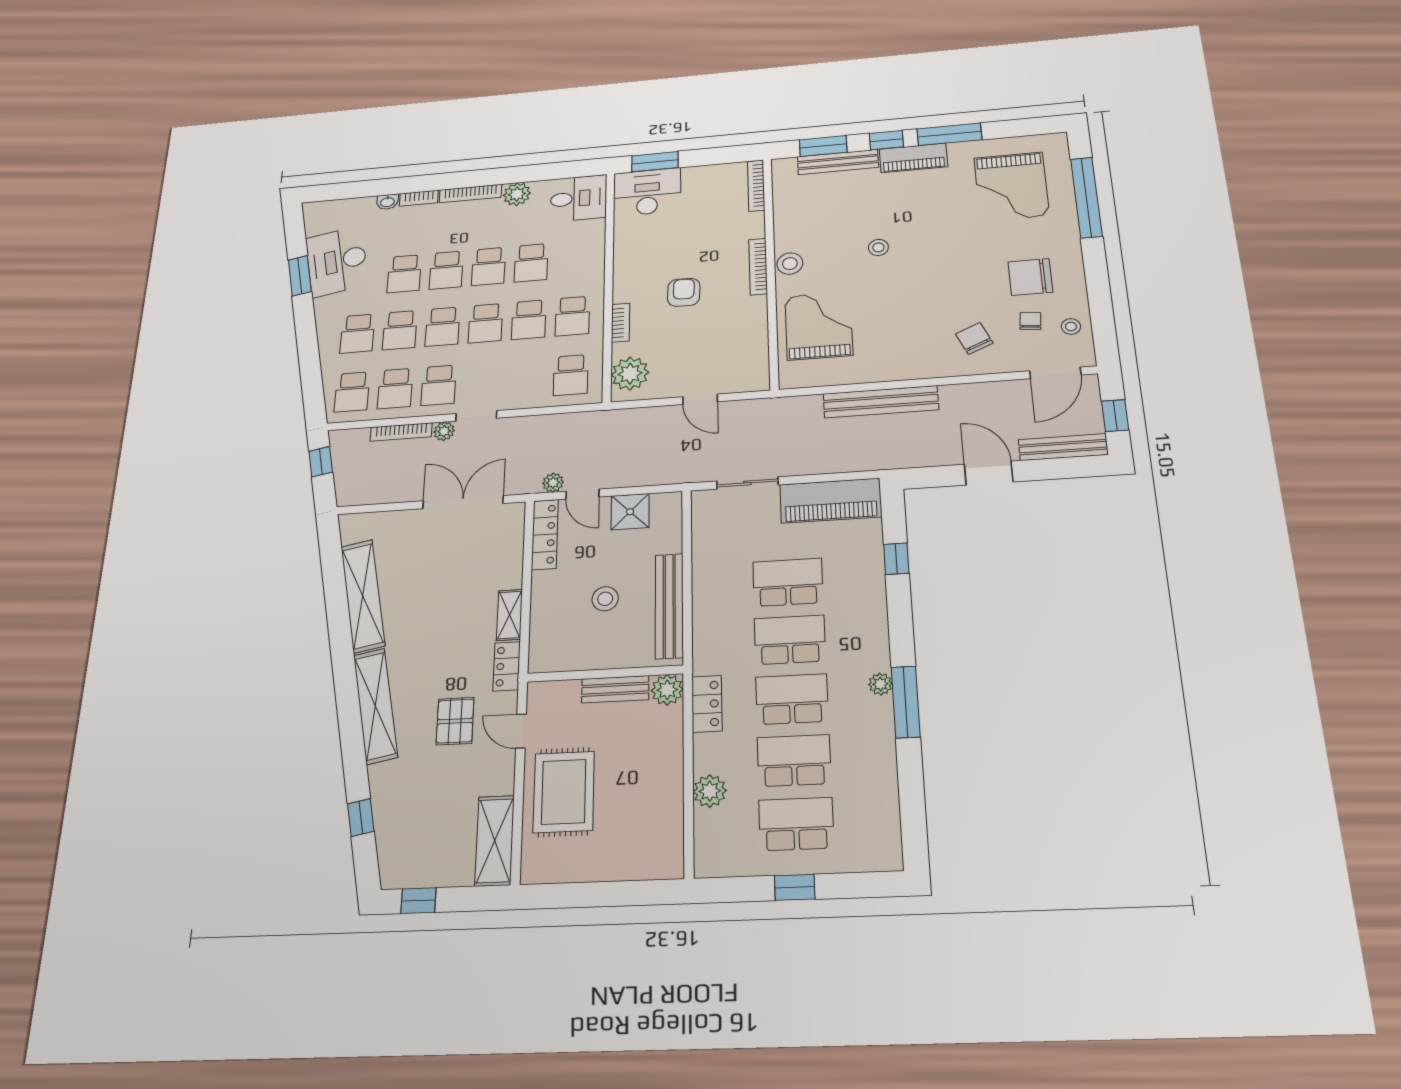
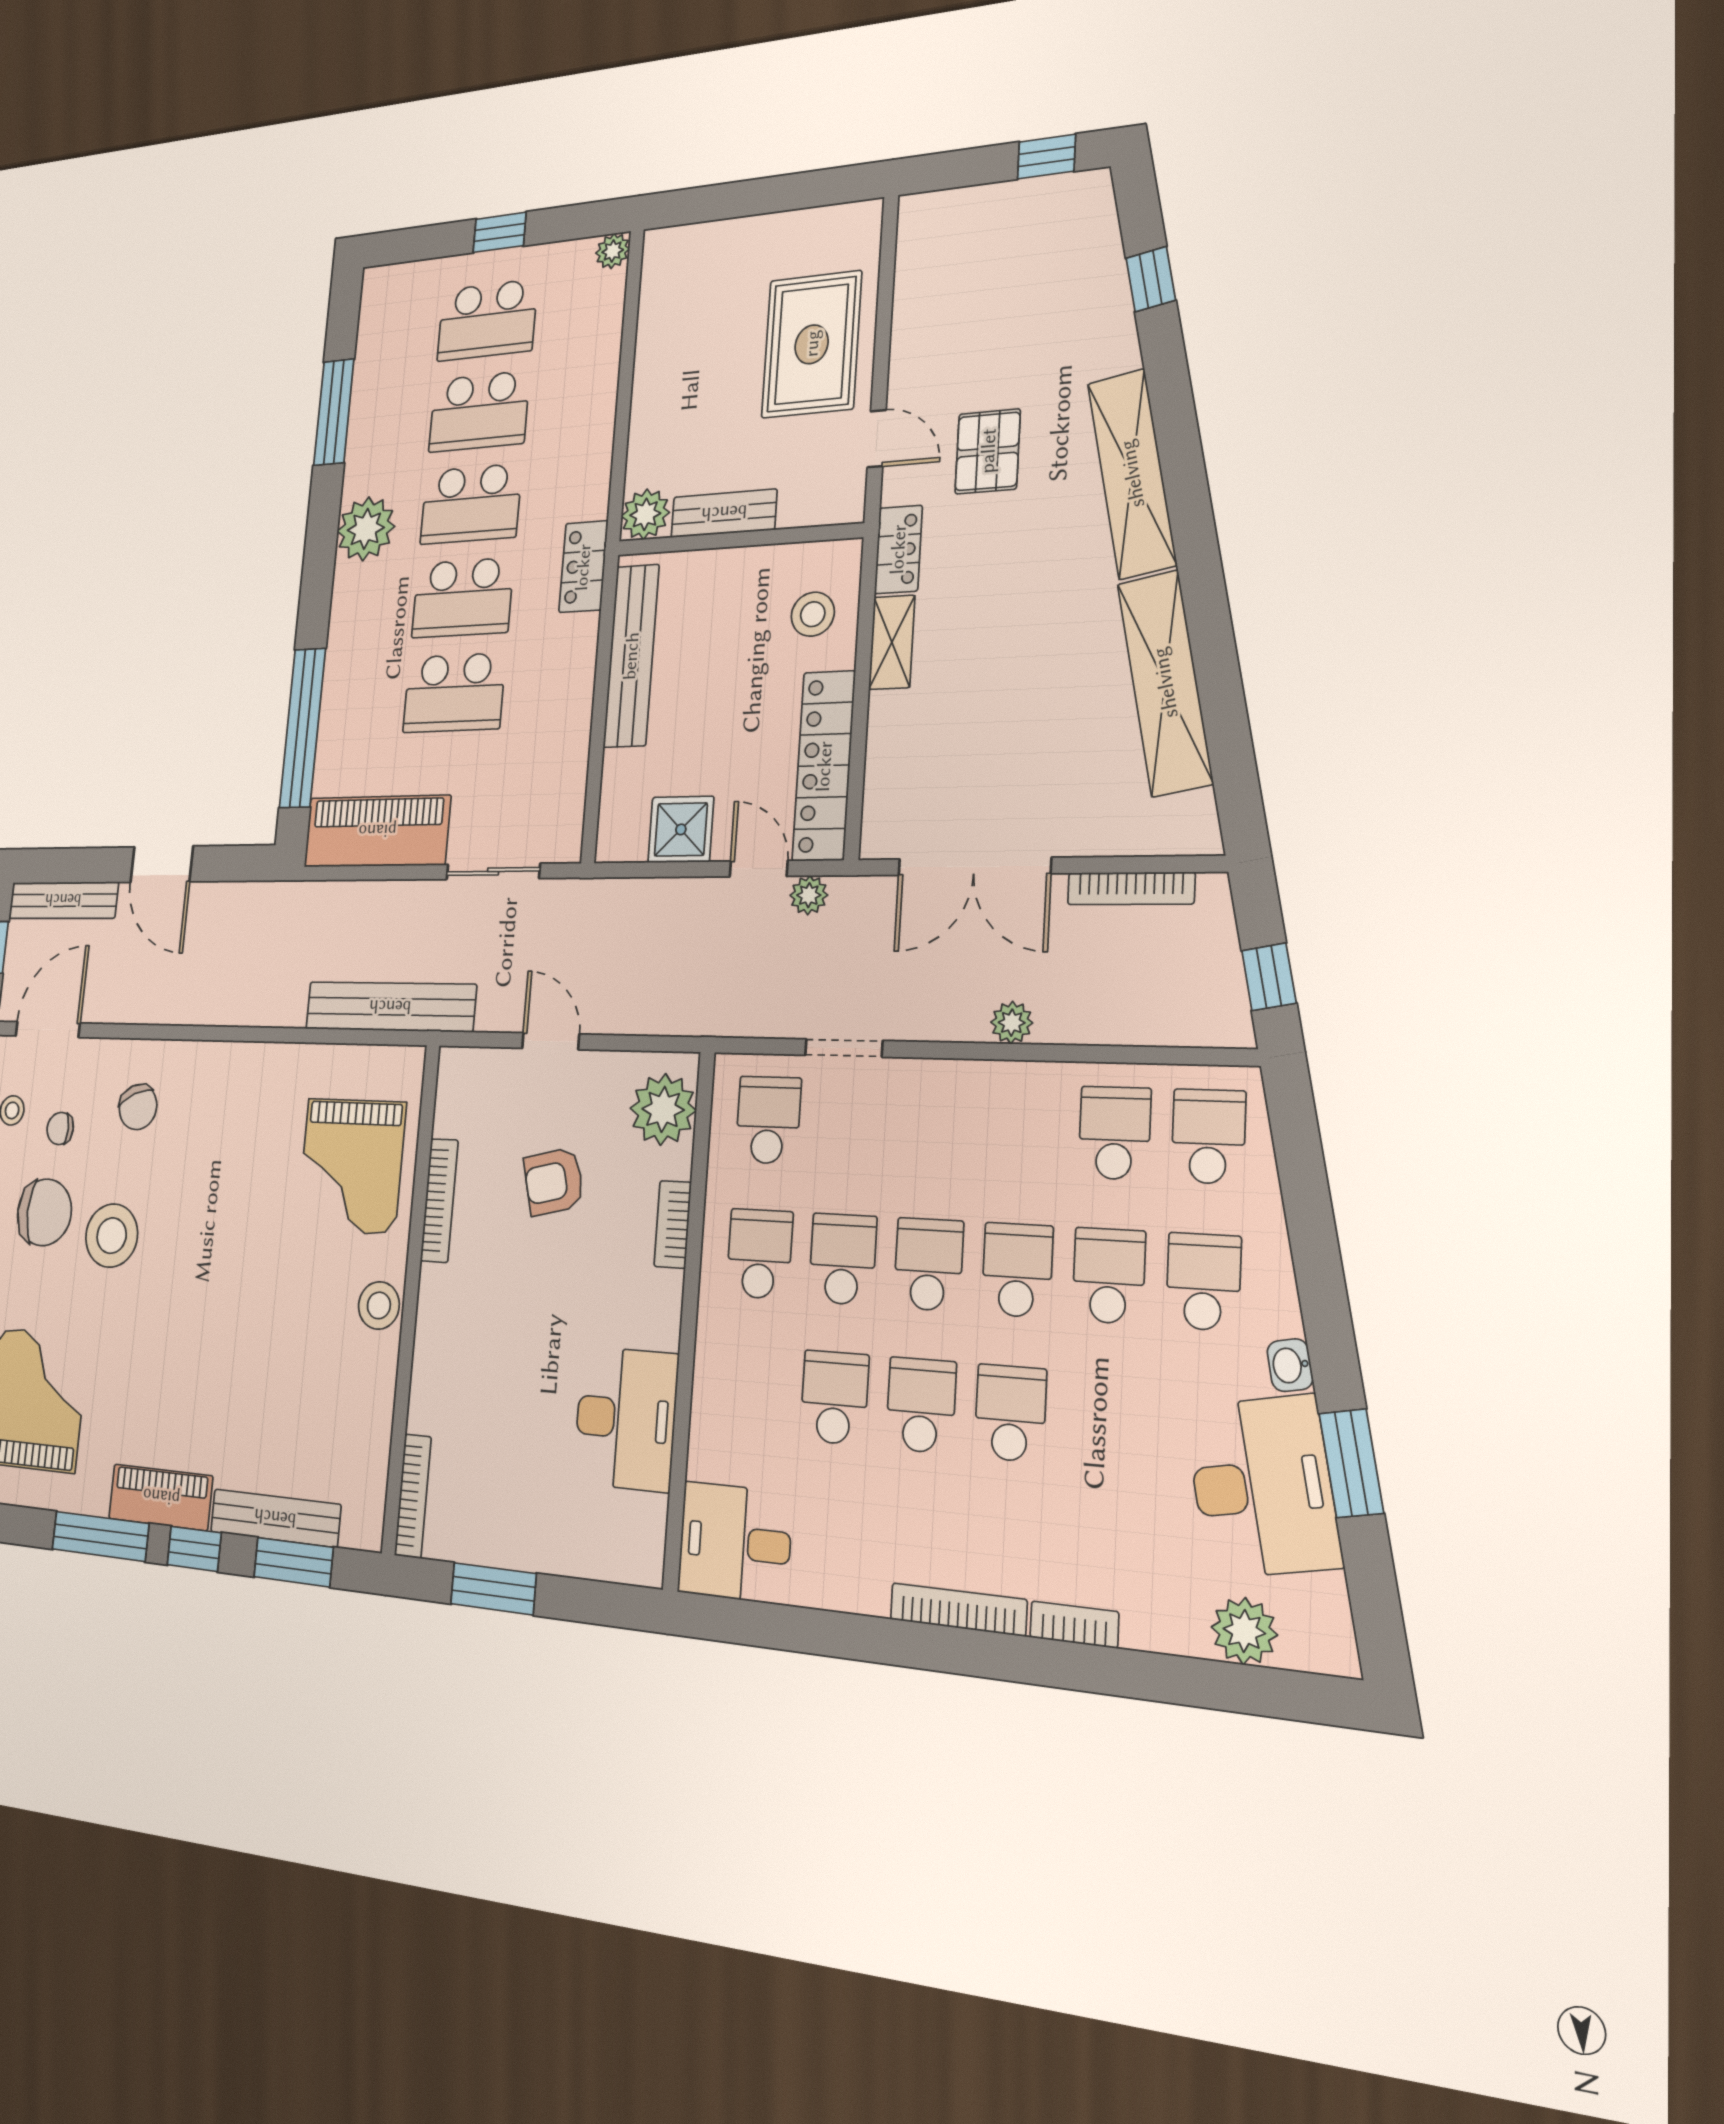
window: (655, 162) -> (493, 1589), moved
desk: (647, 192) -> (626, 1419), moved, turned -90
plant: (517, 194) -> (1244, 1631), moved
washbasin: (387, 202) -> (1290, 1365), moved, turned -101
stool: (878, 247) -> (112, 1236), moved, width x1.89, depth x1.89
bookcase: (758, 267) -> (439, 1200), moved
school desk: (404, 274) -> (1103, 1421), removed
armchair: (684, 292) -> (554, 1181), moved, turned 74
chair: (1030, 321) -> (60, 1128), turned 84
school desk: (439, 385) -> (1024, 1129), removed
bench: (881, 402) -> (390, 1007), moved
doorway: (476, 416) -> (844, 1048), moved
bookcase: (401, 432) -> (1131, 888), moved, turned 180
locker: (545, 534) -> (824, 766), width x1.41, depth x1.21
window: (896, 559) -> (303, 728), width x3.17
stool: (605, 599) -> (813, 614), moved
plant: (880, 684) -> (366, 529), width x1.87, depth x1.87
window: (906, 702) -> (334, 412), moved
locker: (707, 704) -> (583, 567), moved
plant: (710, 791) -> (613, 251), moved, width x0.73, depth x0.73
shelving: (495, 841) -> (922, 260), removed

